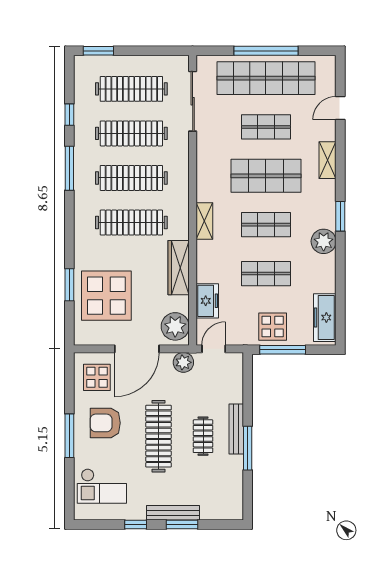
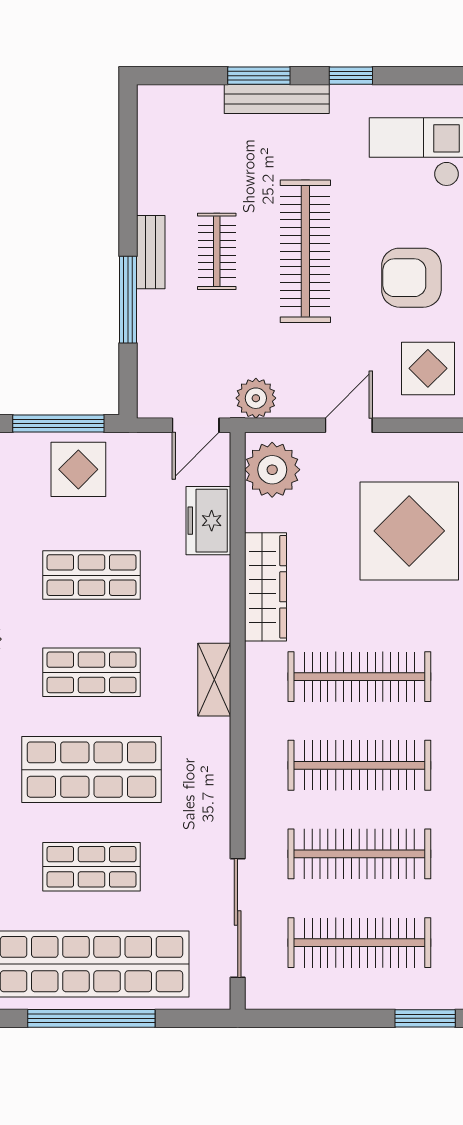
door: (137, 349) -> (349, 425), width x0.53
armchair: (105, 423) -> (411, 278), turned 180
bench: (236, 429) -> (151, 252), width x0.73
window: (248, 448) -> (128, 300), moved

